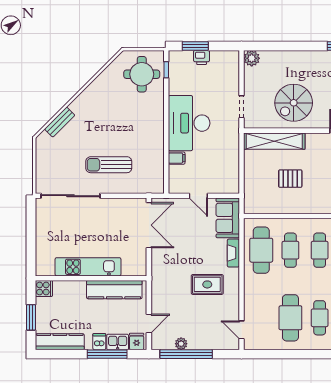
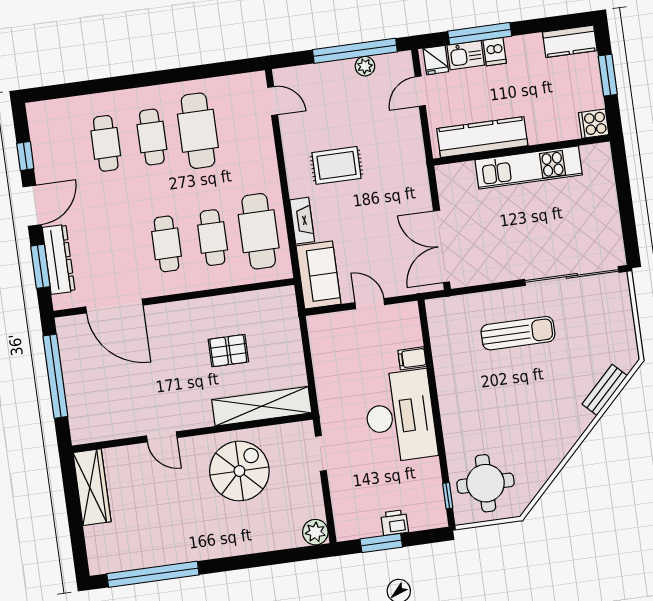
window: (195, 46) -> (381, 543), moved
kitchen counter: (60, 342) -> (570, 41), width x0.67

